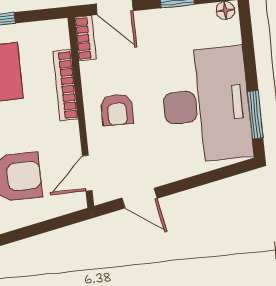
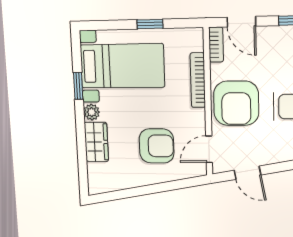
armchair: (117, 110) -> (236, 103), width x1.88, depth x1.88

